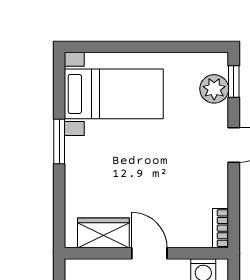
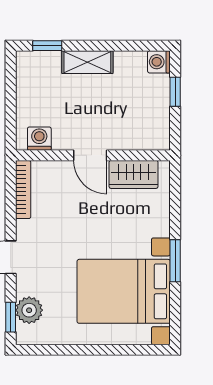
bed with nightstands: (114, 94) -> (124, 291), width x1.36
bookcase: (221, 228) -> (23, 190), width x1.56

